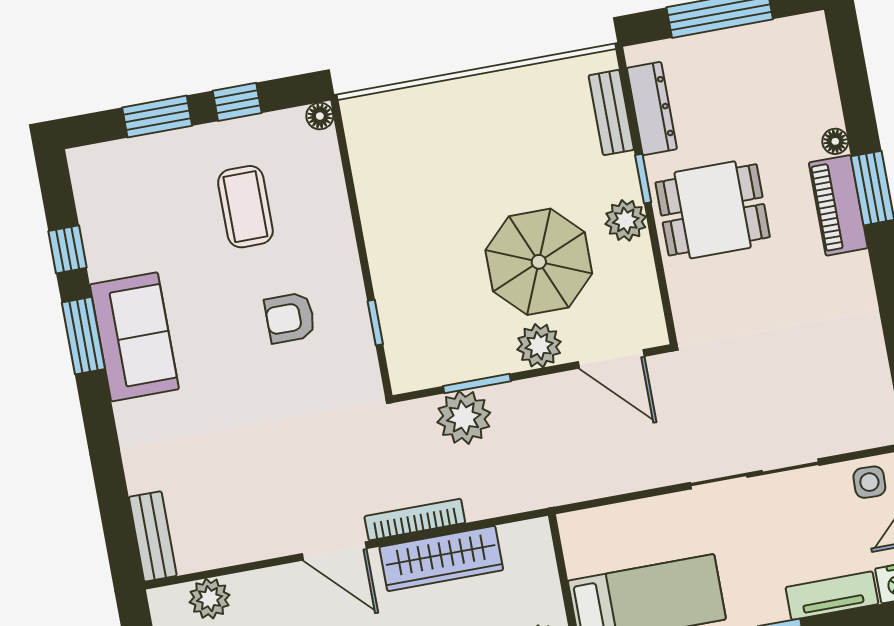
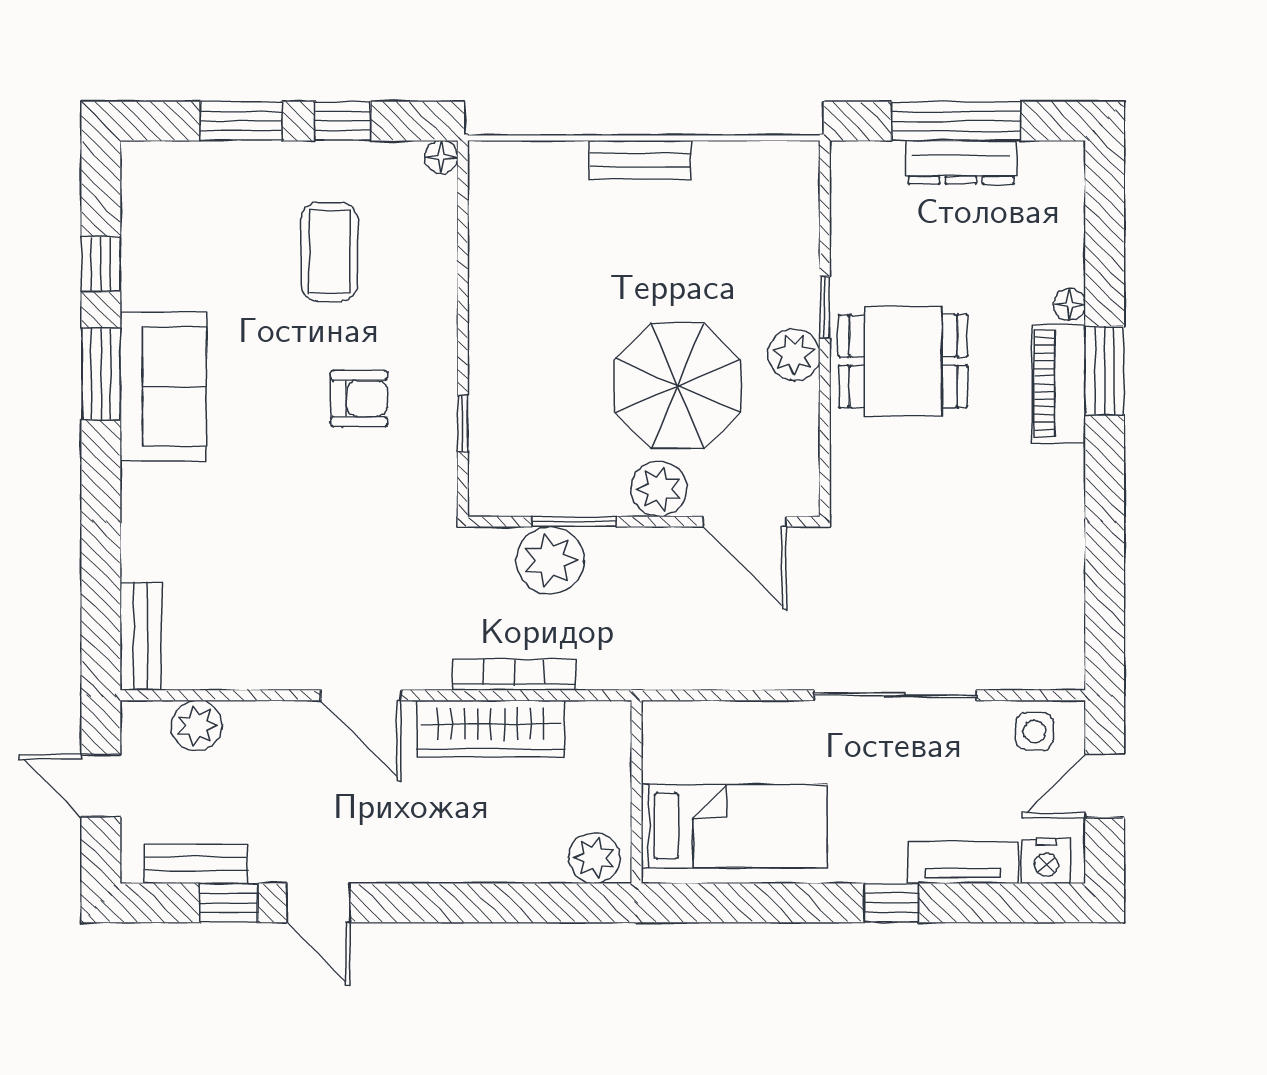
dresser: (652, 109) -> (961, 162), moved, turned 90
bench: (611, 113) -> (640, 160), moved, turned 90
armchair: (290, 318) -> (359, 398), turned 180
bookcase: (415, 520) -> (514, 675), moved

